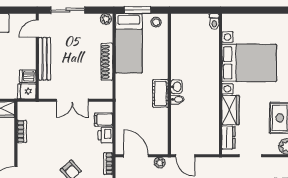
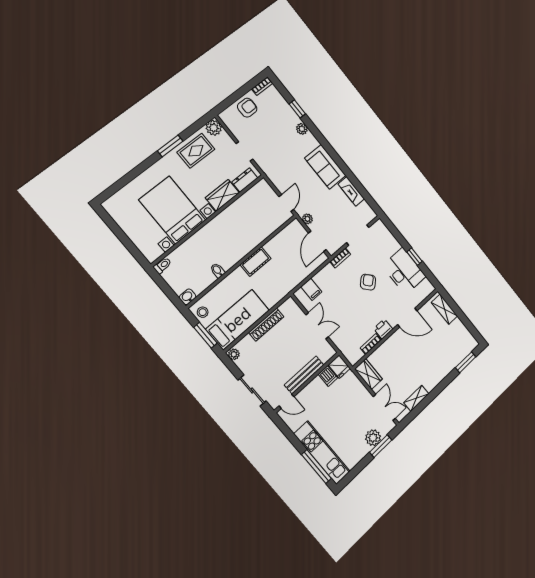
washbasin: (176, 87) -> (188, 297), moved
bidet: (178, 99) -> (218, 270), moved
printer: (105, 135) -> (383, 329), moved, turned 180

